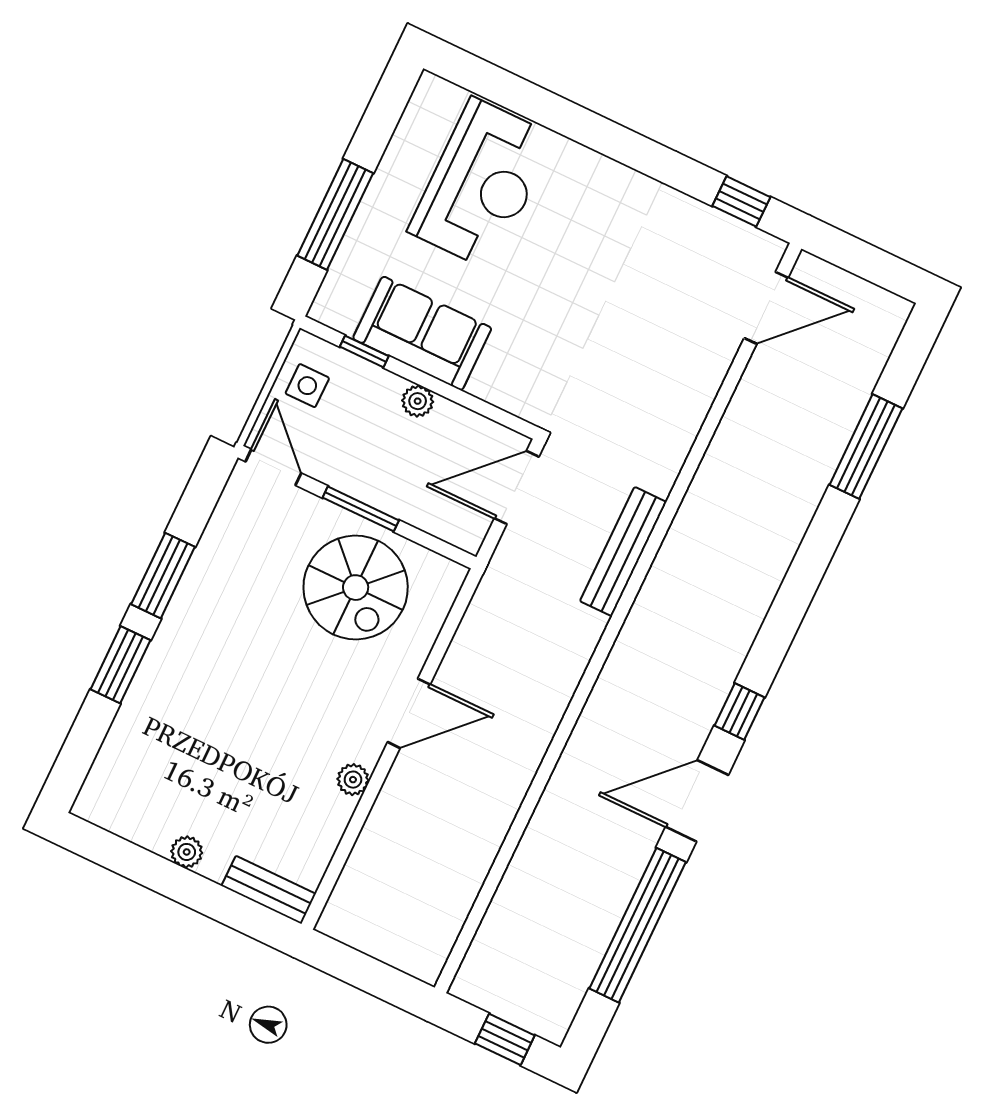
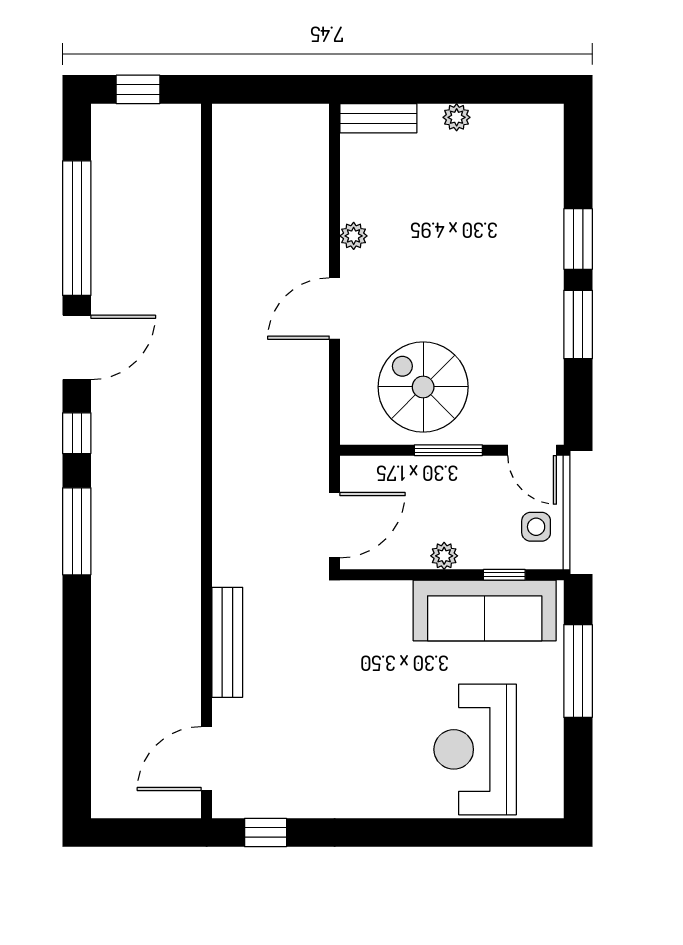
sofa: (422, 333) -> (485, 610), width x1.36
window: (866, 447) -> (77, 531), moved
bench: (623, 552) -> (227, 642), moved

